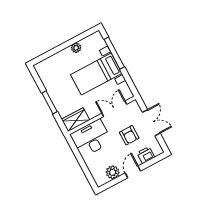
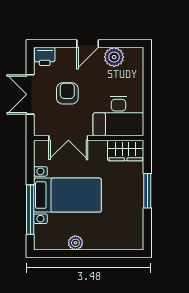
printer: (146, 155) -> (45, 56), moved

